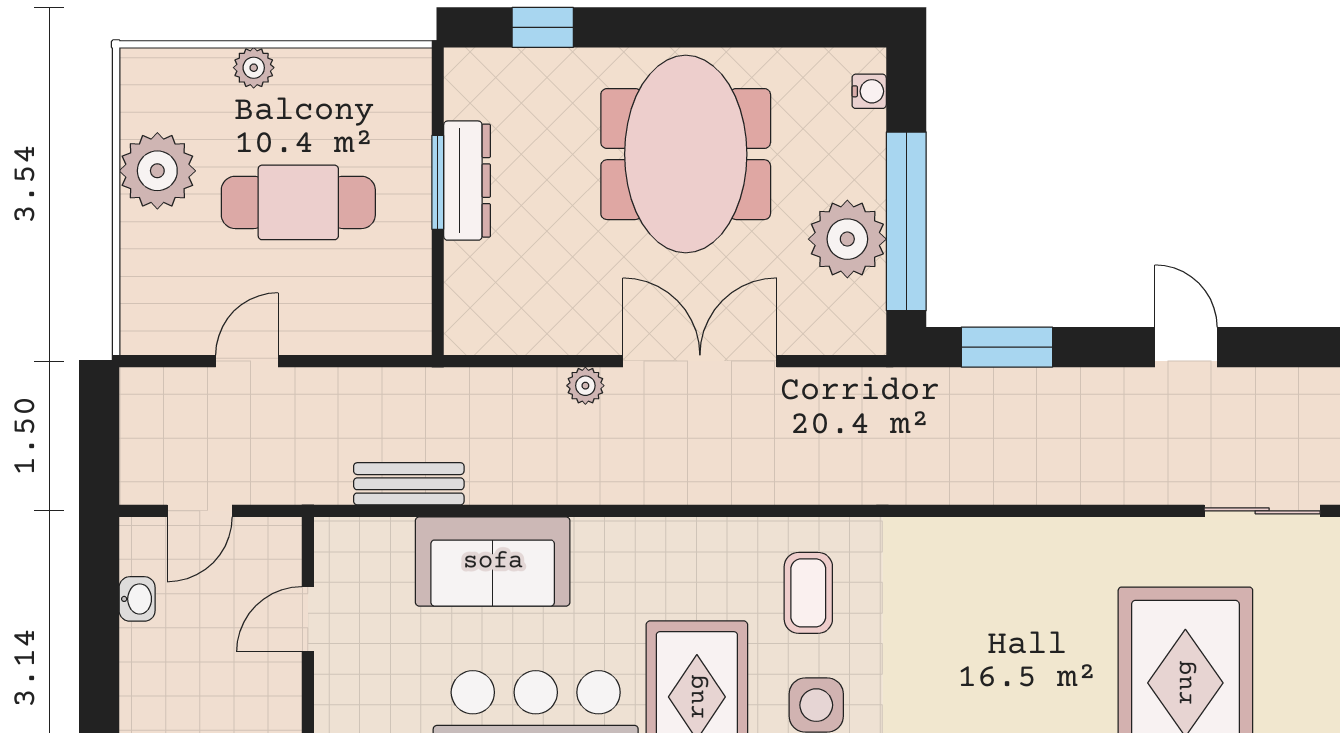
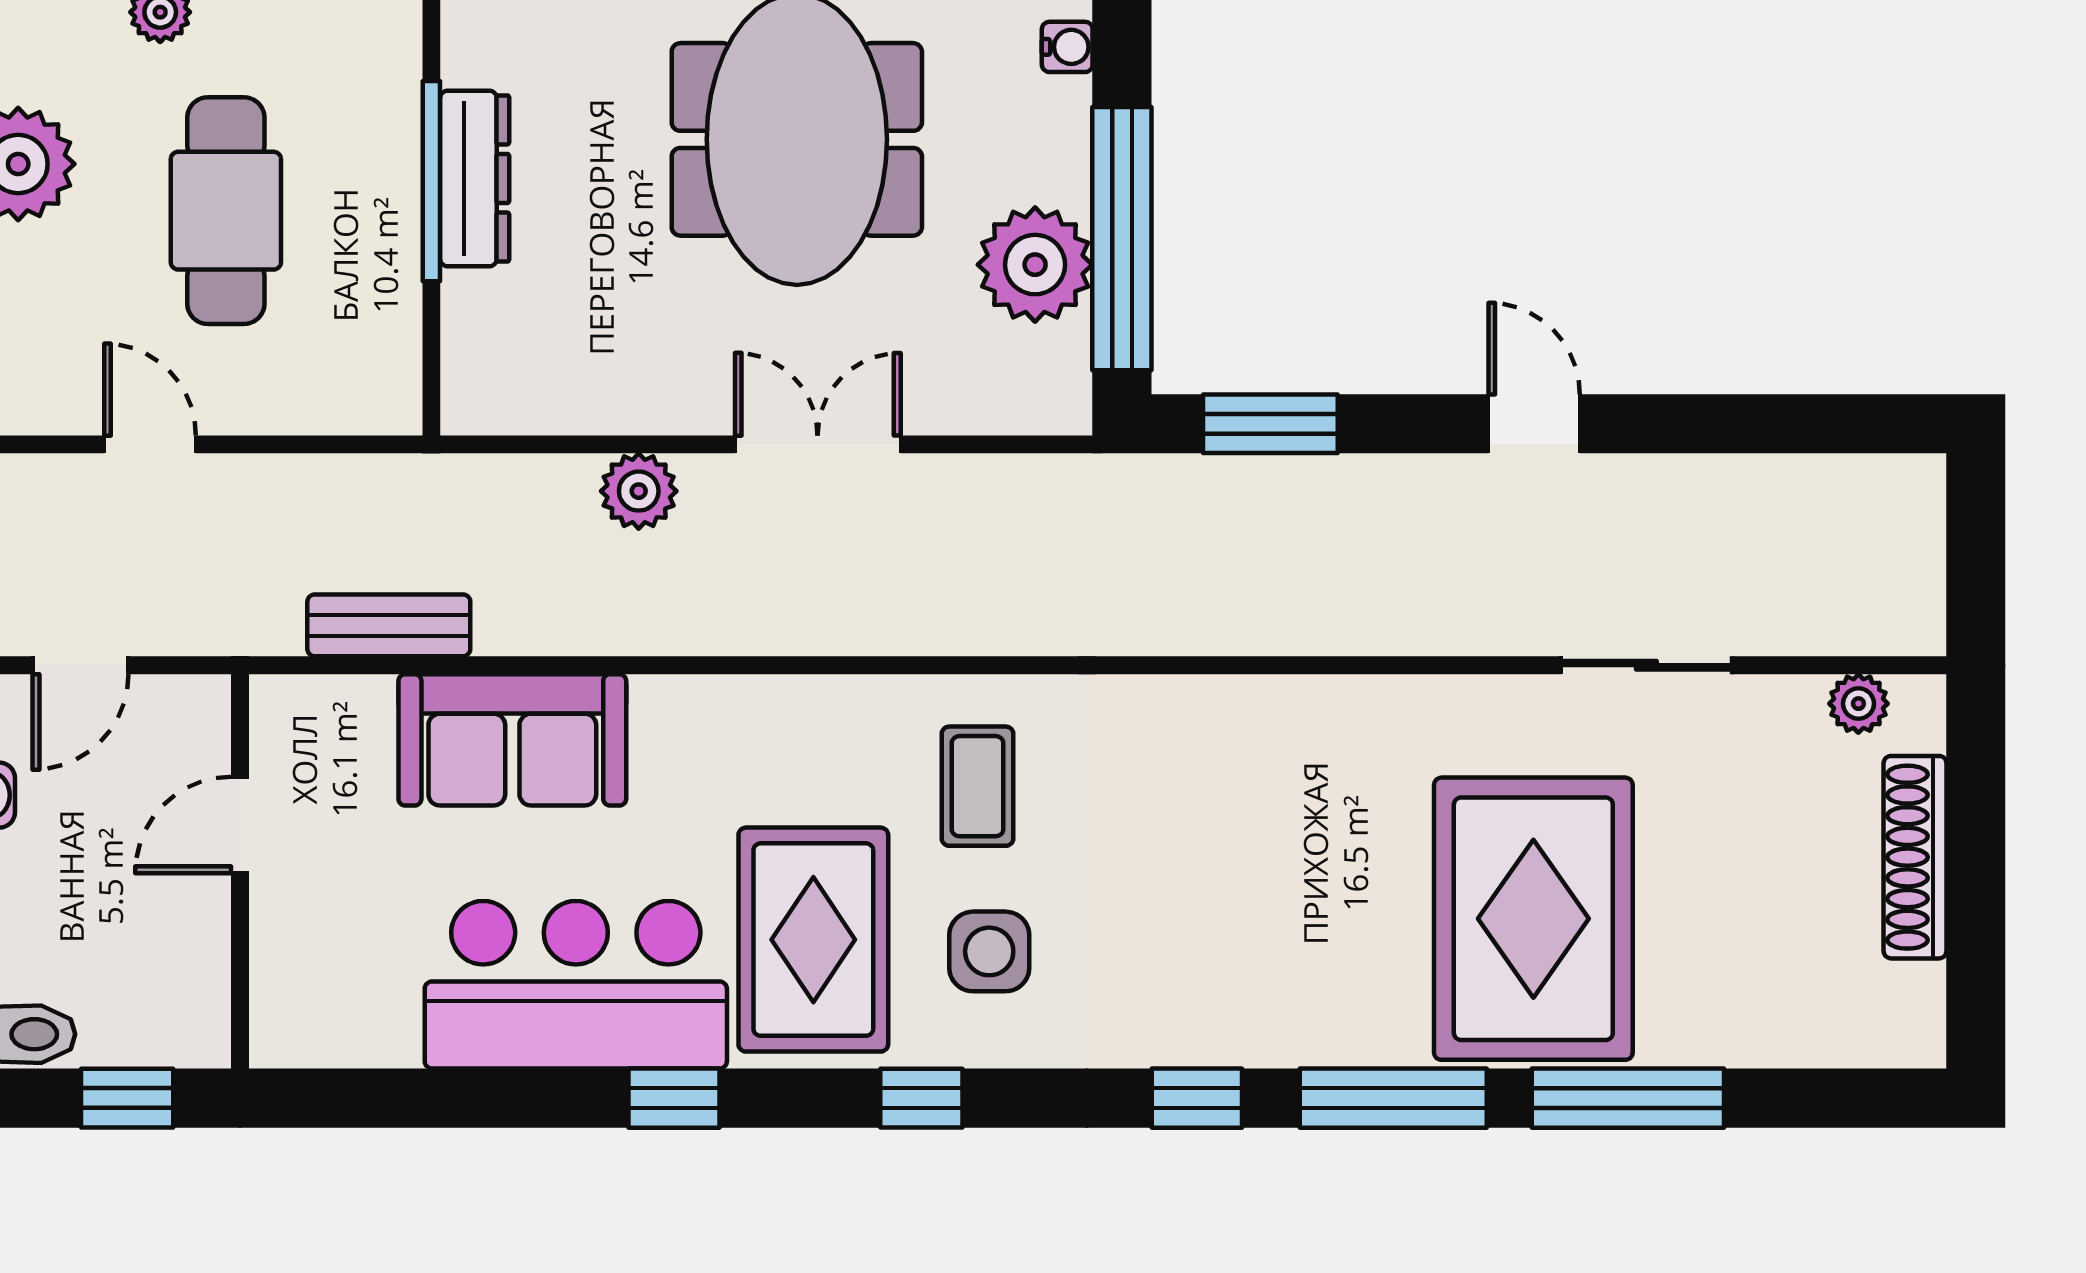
window: (438, 182) -> (431, 181), width x1.44
cafe table: (298, 202) -> (226, 211), turned 90
door: (247, 361) -> (150, 444), hinge flipped
double door: (700, 361) -> (818, 444), width x0.73
plant: (585, 386) -> (639, 491), width x1.38, depth x1.38

